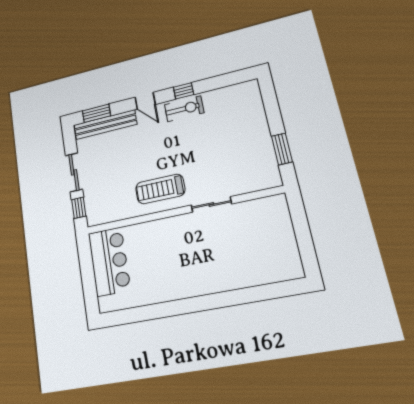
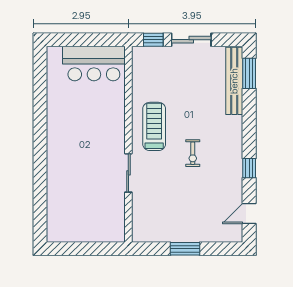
door: (145, 101) -> (249, 213), moved
exercise bike: (184, 109) -> (193, 153), moved, width x0.73, depth x0.72
window: (282, 149) -> (185, 249), moved

